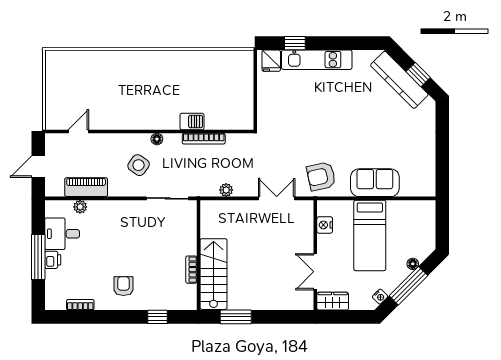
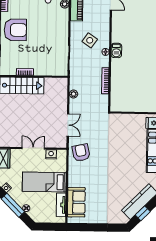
barbecue: (192, 122) -> (116, 50), moved
sofa: (375, 183) -> (76, 202), moved
tv unit: (407, 207) -> (61, 205), added
double door: (315, 272) -> (33, 148), moved
armchair: (123, 286) -> (15, 30), width x1.88, depth x1.88

